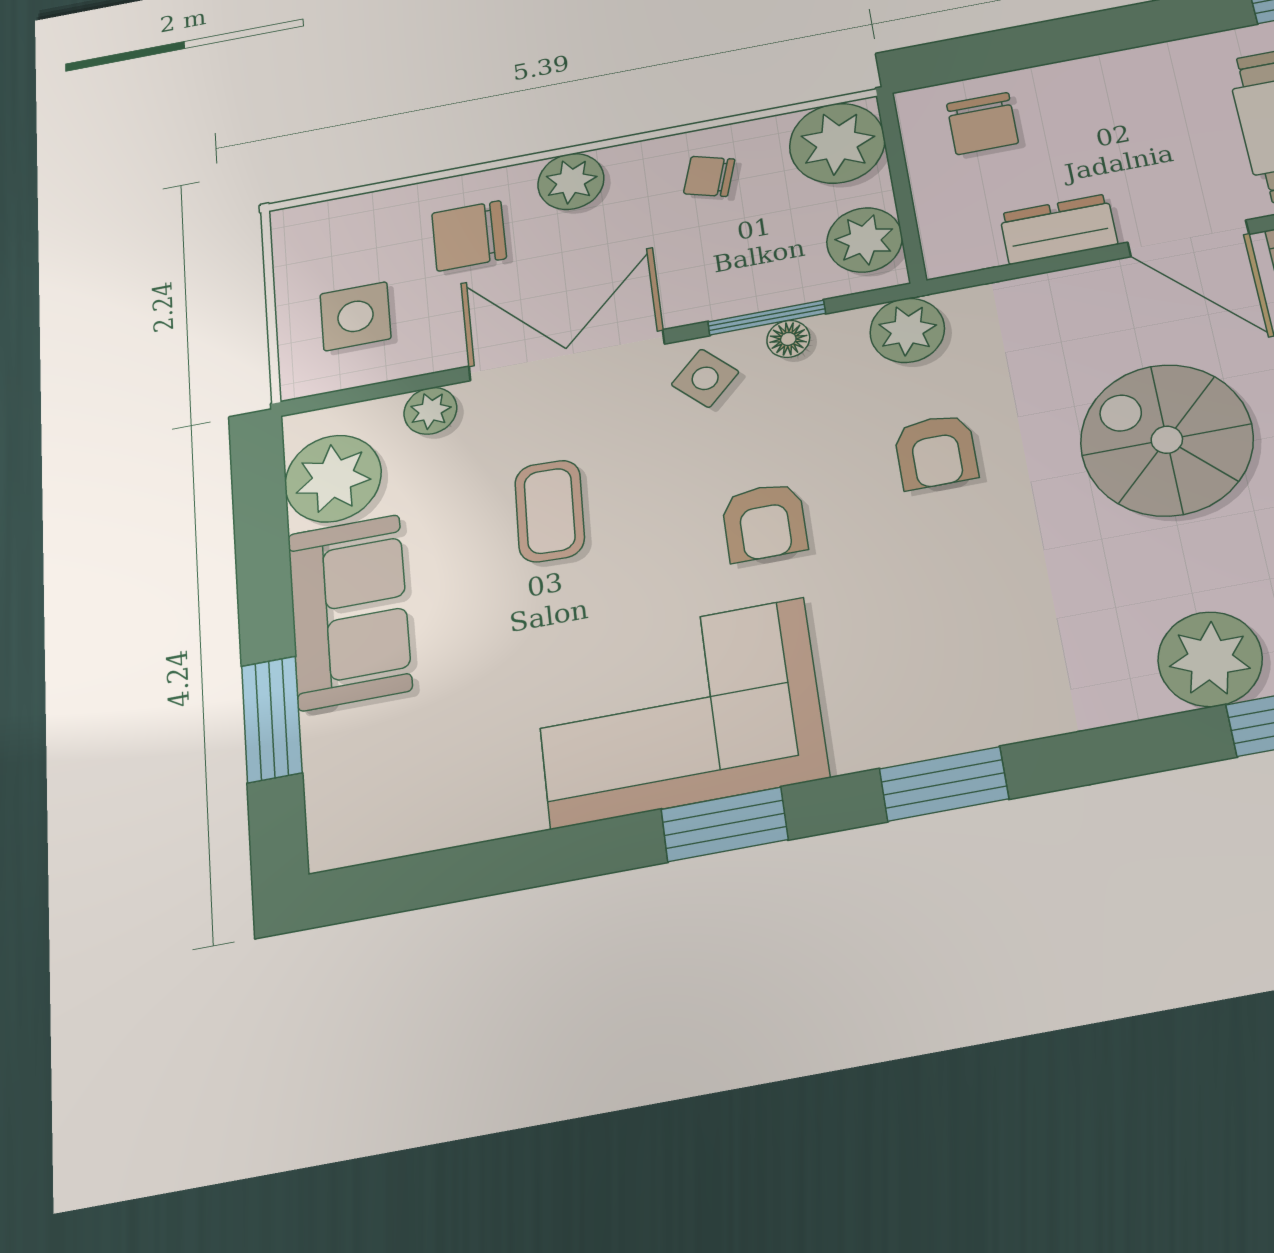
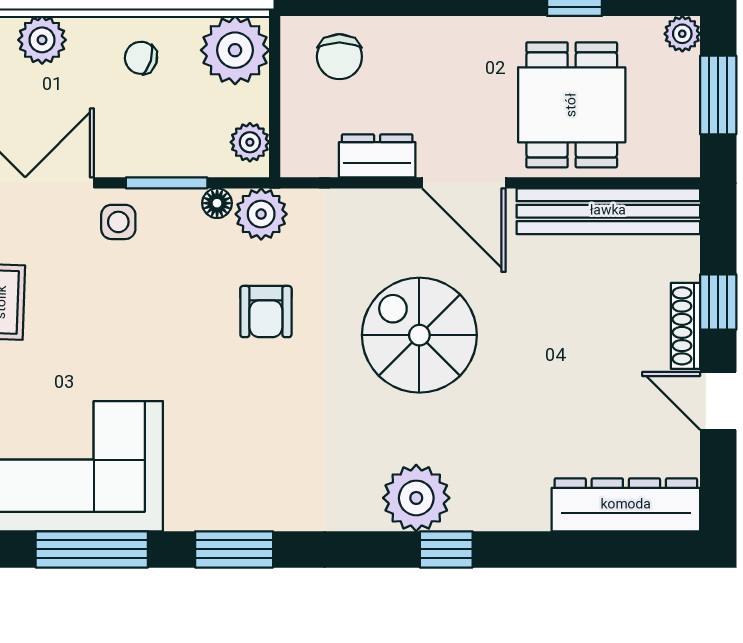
plant: (865, 240) -> (250, 142), width x0.73, depth x0.73
floor lamp: (788, 339) -> (217, 203), moved
side table: (705, 378) -> (118, 222), turned 45
armchair: (764, 522) -> (145, 340), removed
window: (724, 824) -> (92, 549), width x1.44

